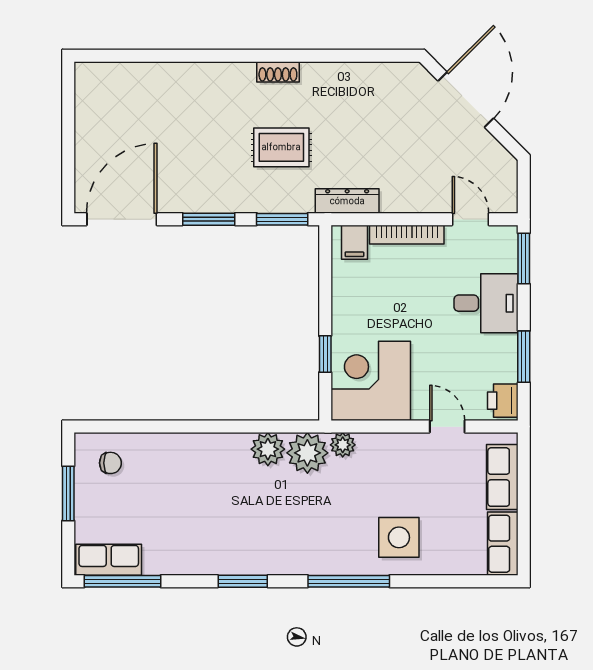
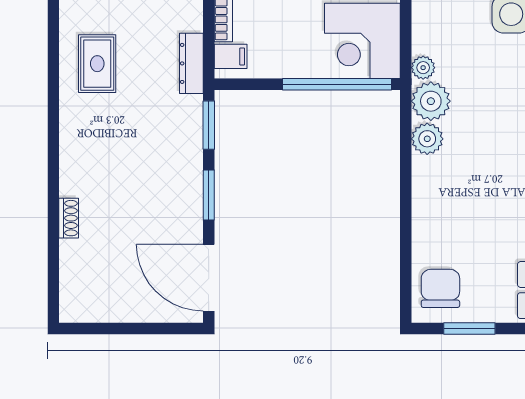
shoe rack: (278, 72) -> (69, 218), moved
rug: (281, 147) -> (97, 64), moved
window: (325, 354) -> (337, 84), width x3.17
chair: (110, 463) -> (440, 288), width x1.87, depth x1.87

